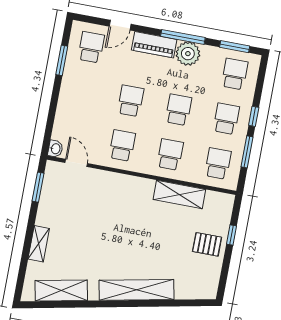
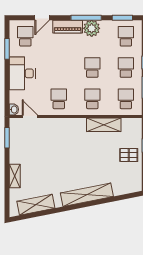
desk: (77, 99) -> (22, 73), added
school desk: (131, 101) -> (59, 68), removed

